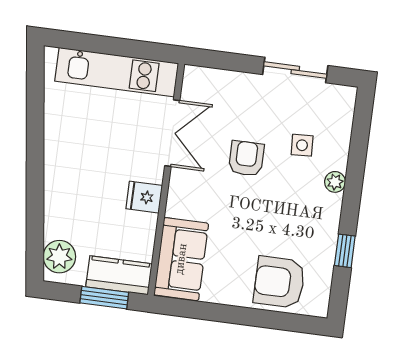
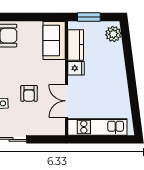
kitchen counter: (119, 275) -> (76, 45), moved, turned -90

